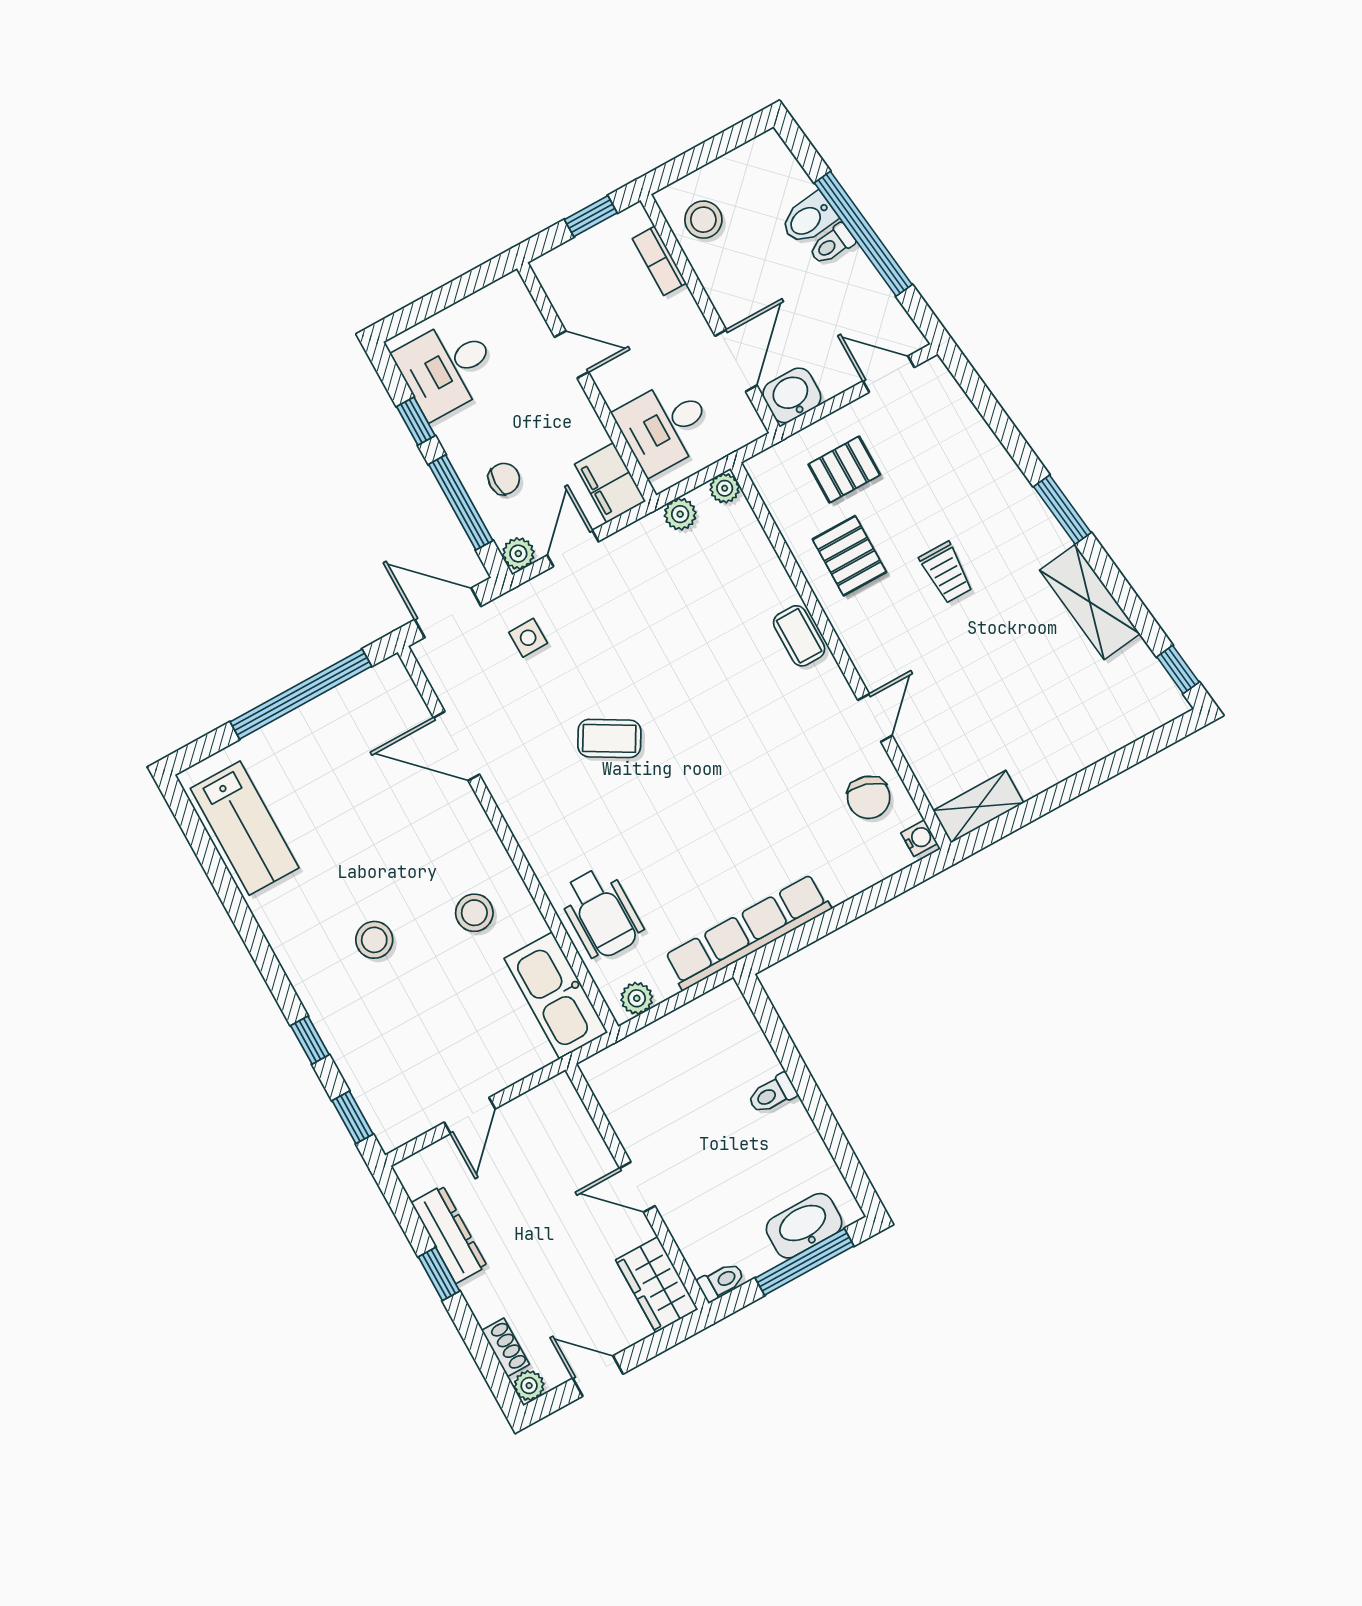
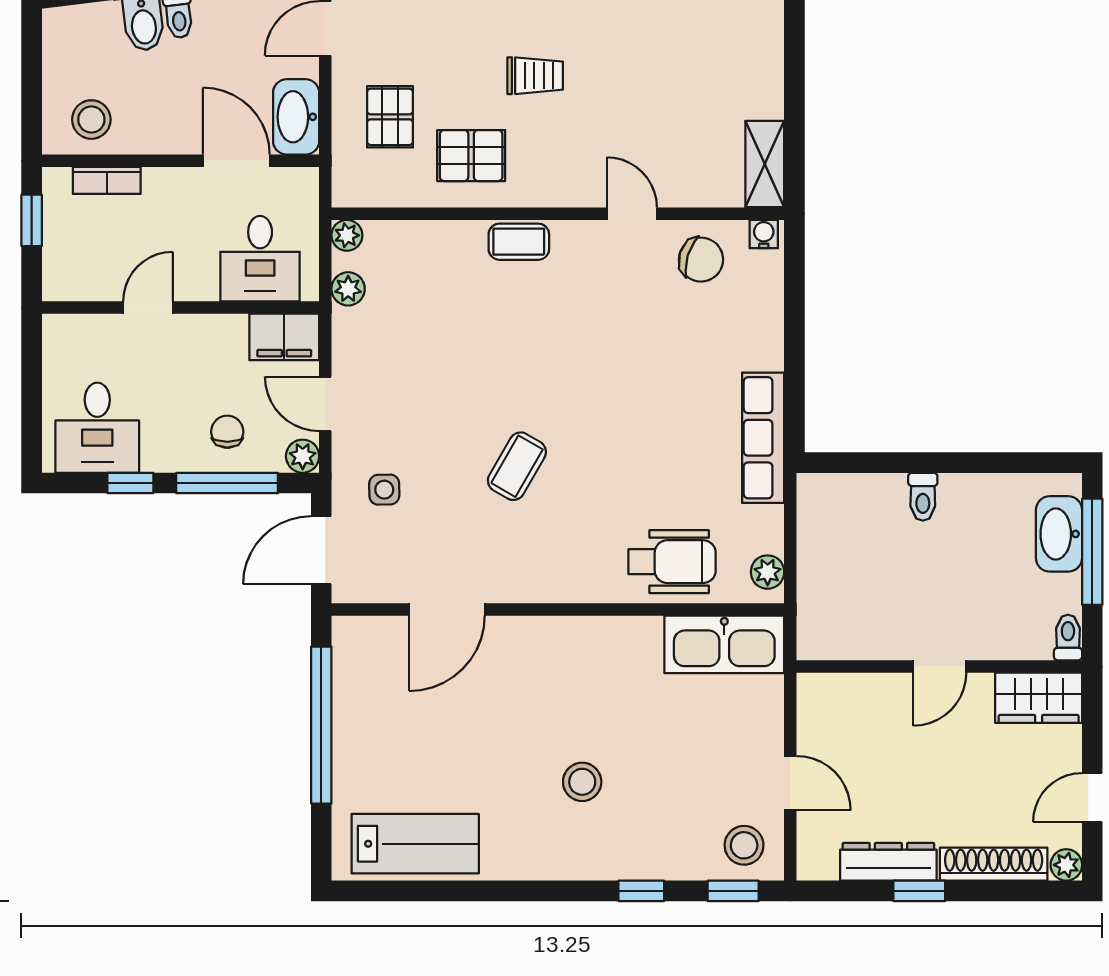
washbasin: (792, 395) -> (296, 117), width x1.38
stool: (474, 913) -> (744, 845), moved
row of seats: (748, 932) -> (763, 438), width x0.73
shoe rack: (505, 1347) -> (994, 864), width x1.94, depth x1.24

